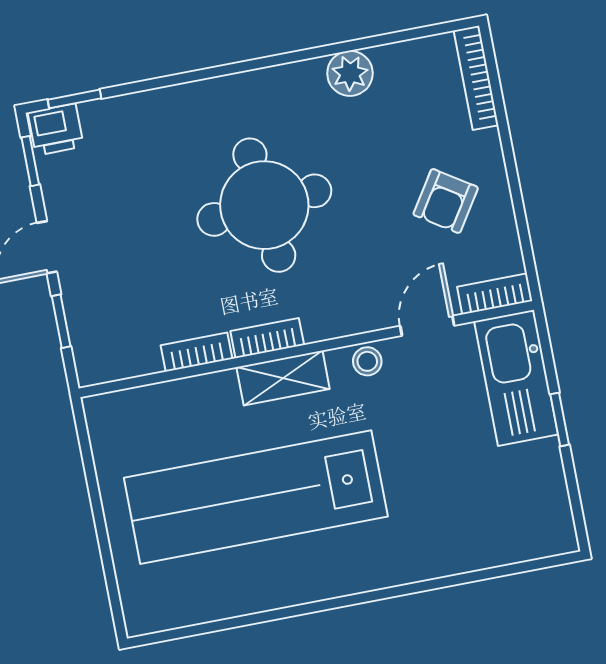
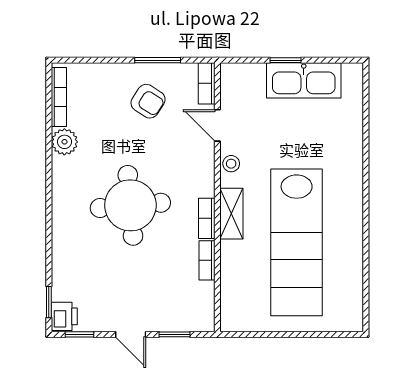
bookcase: (476, 78) -> (59, 97), moved, turned -90
window: (518, 204) -> (158, 60), added
kitchen sink: (516, 378) -> (304, 80), moved

